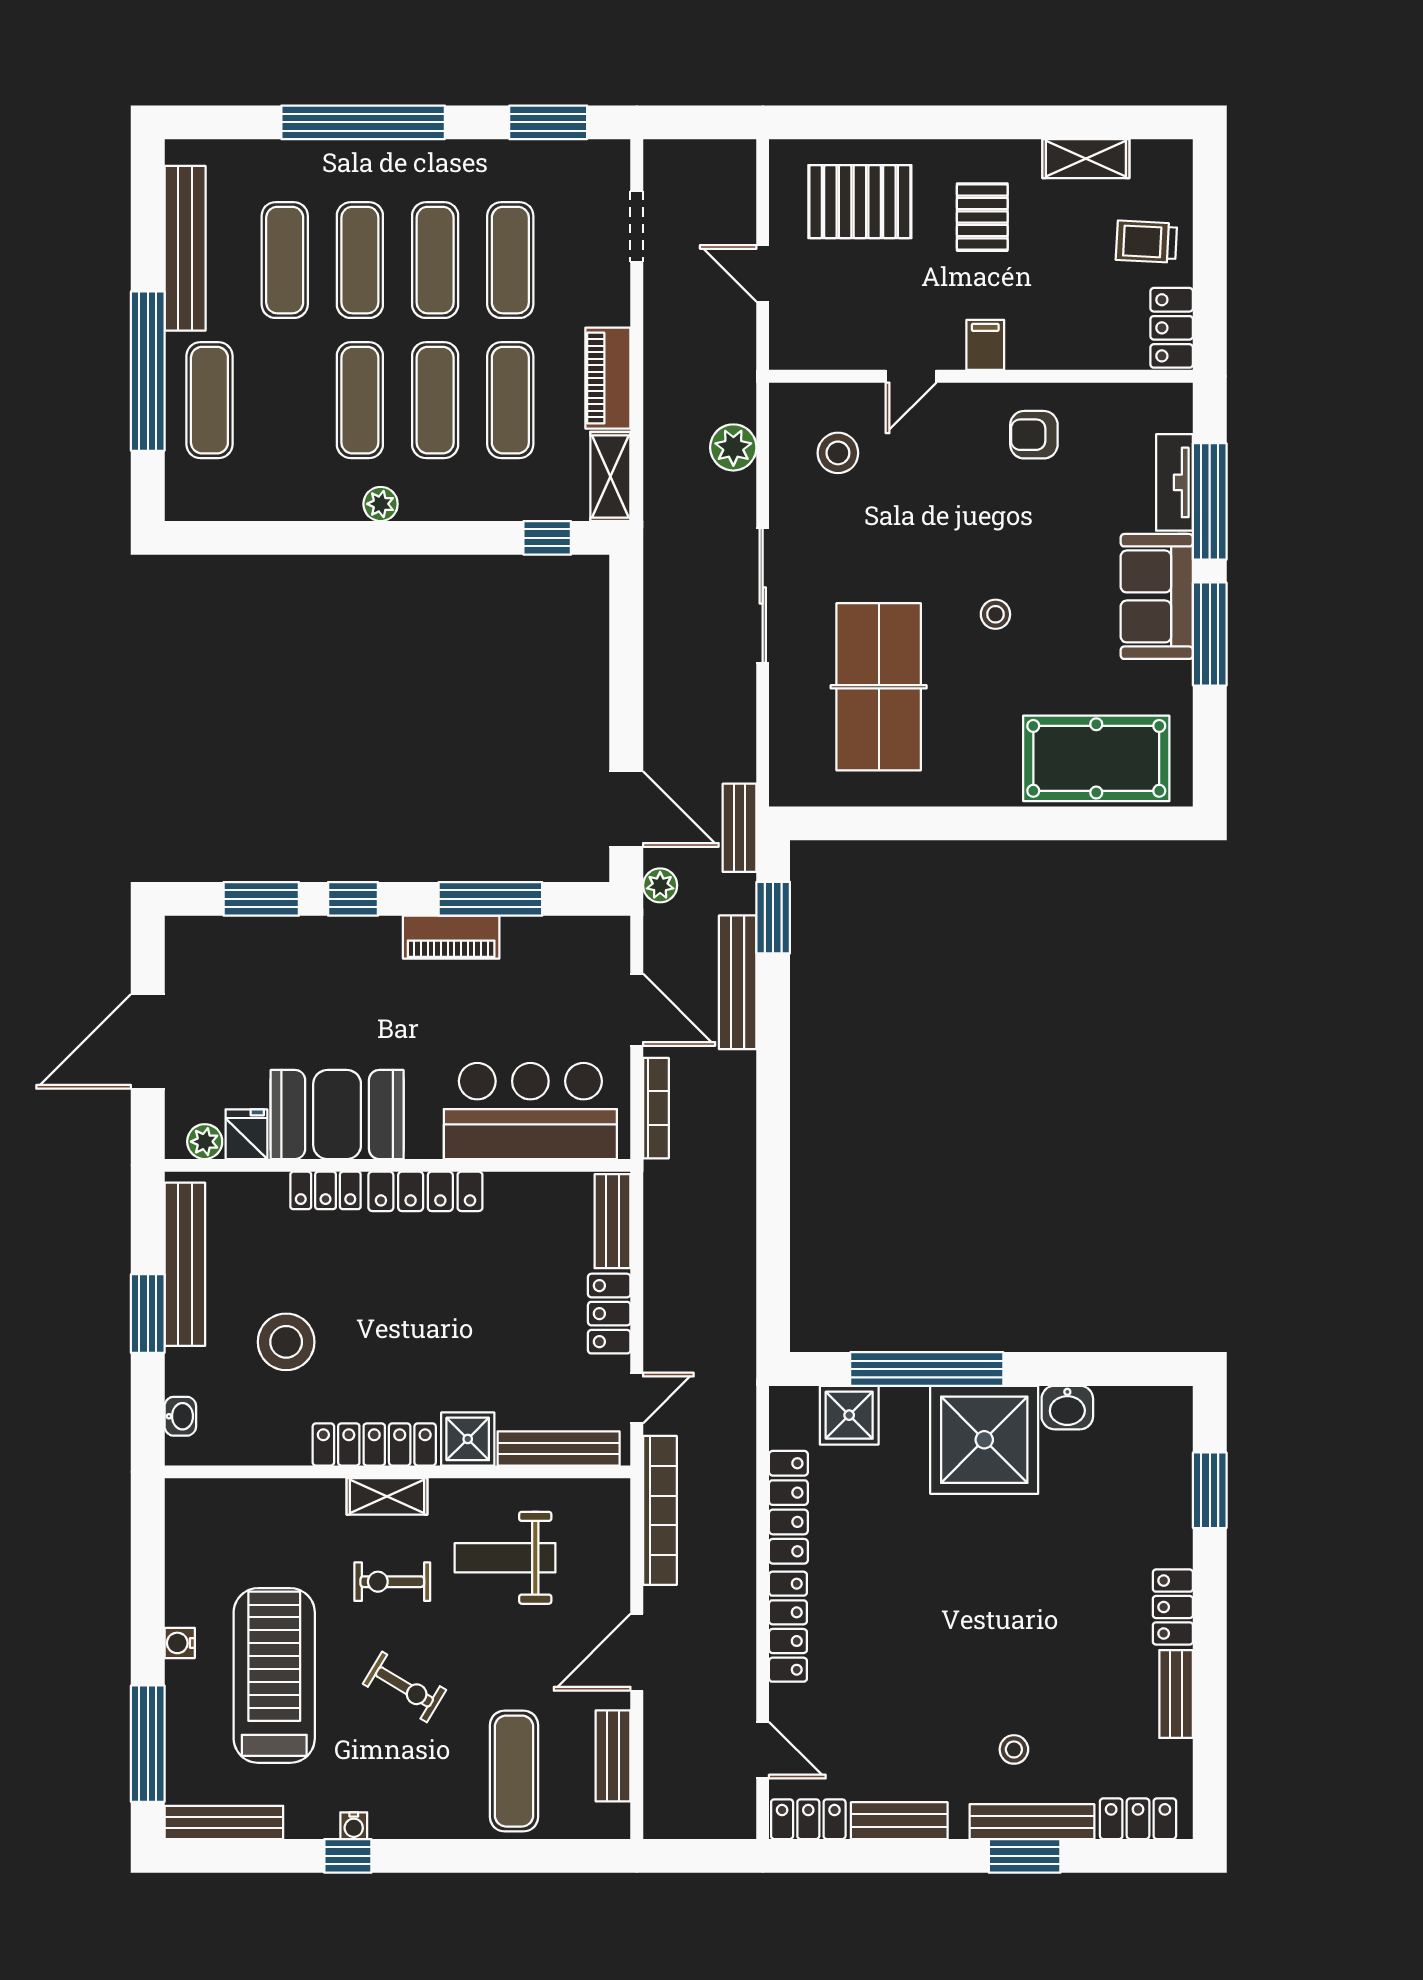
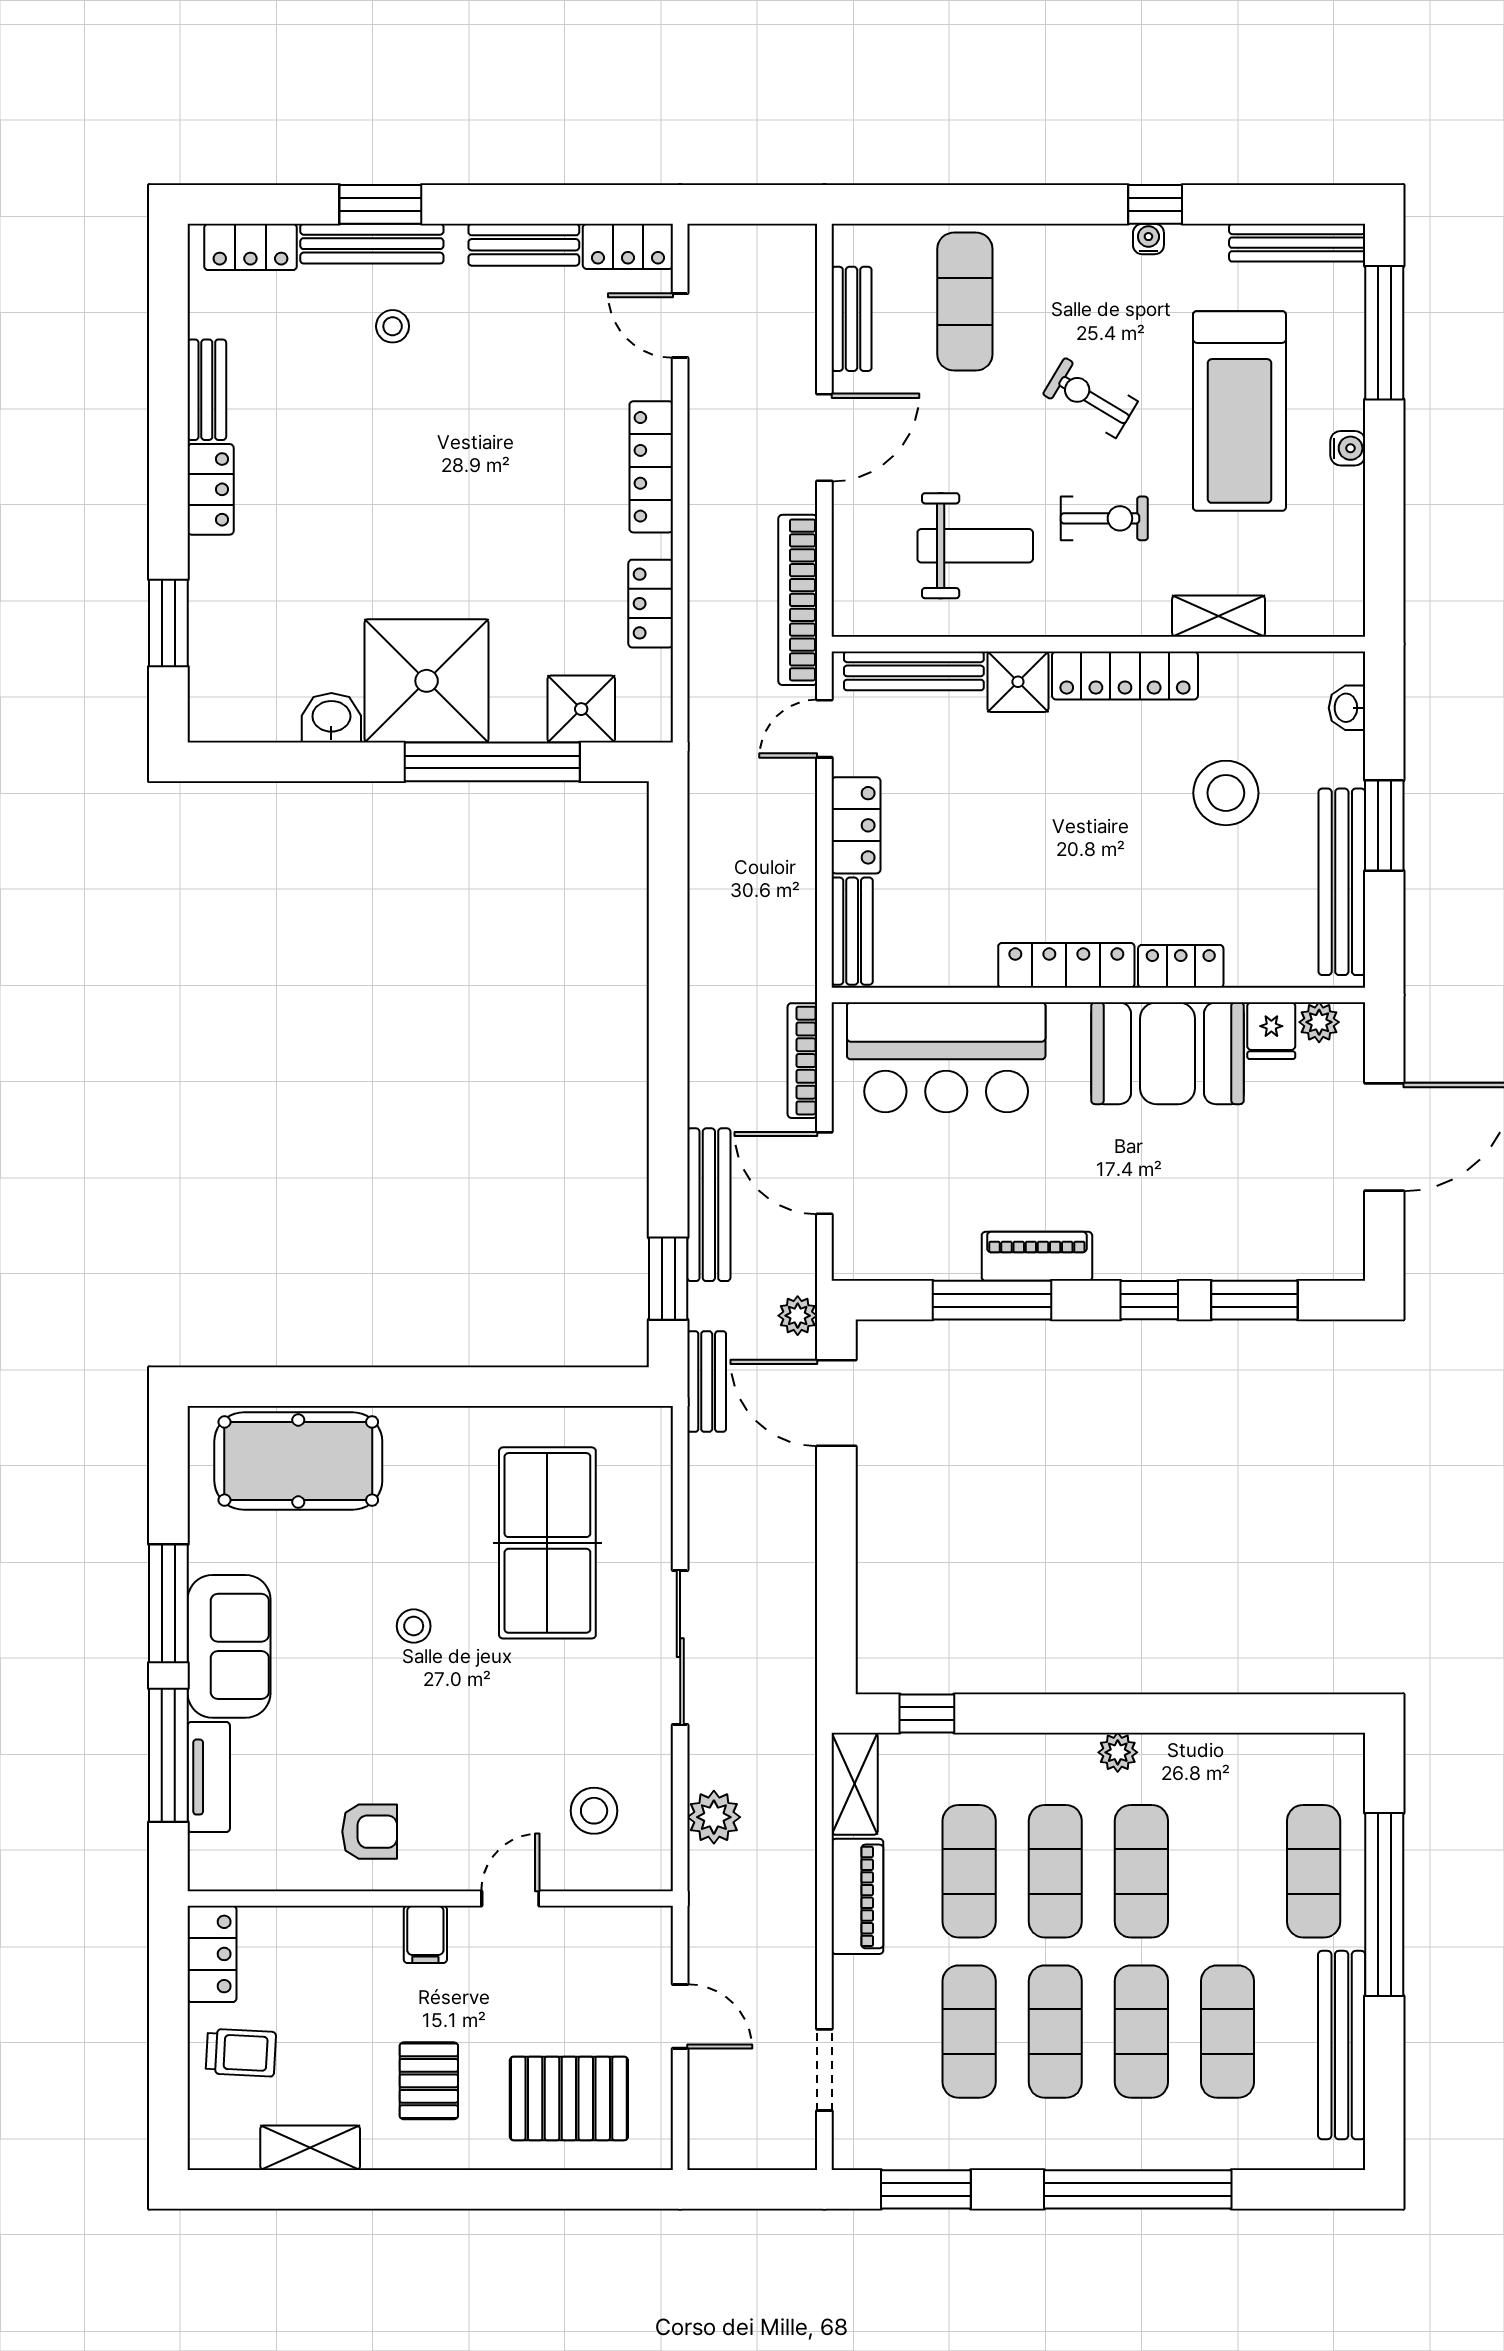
shelving: (387, 1496) -> (1219, 616), moved
locker: (788, 1507) -> (651, 604), width x0.66

